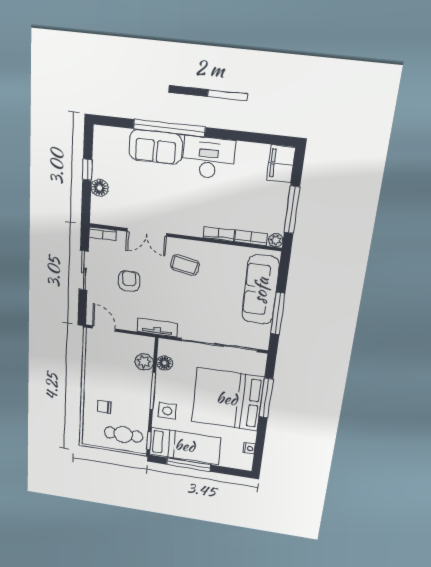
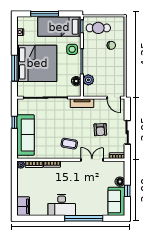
sofa: (156, 147) -> (116, 201), moved, turned -90
window: (292, 210) -> (14, 182), removed
window: (278, 313) -> (14, 122), width x0.46
window: (188, 465) -> (45, 14), moved

